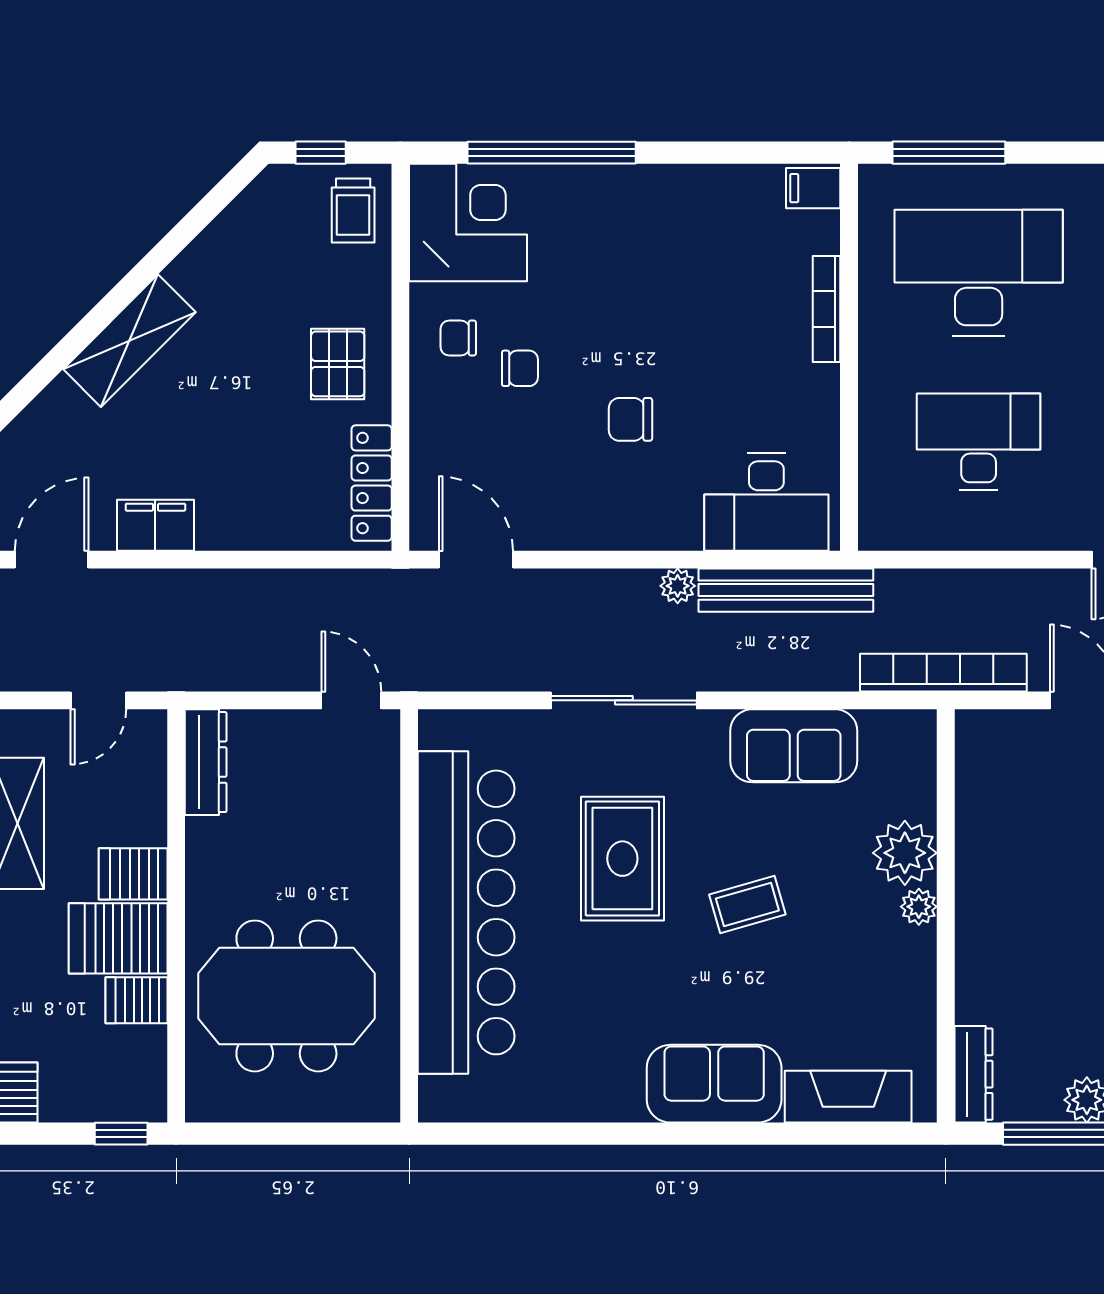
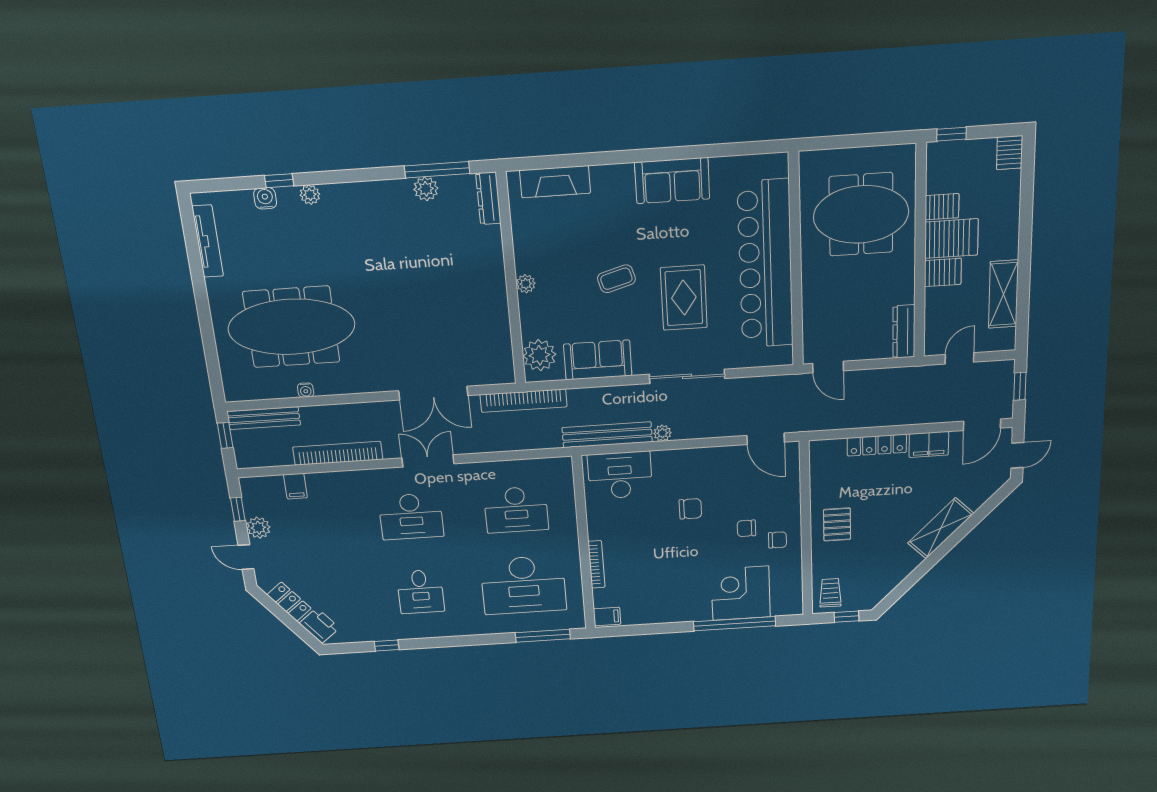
corner desk: (468, 222) -> (741, 593), moved, turned 90
locker: (372, 483) -> (877, 445), moved, turned 90
plant: (905, 853) -> (539, 355), moved
sofa: (714, 1084) -> (672, 181), moved

